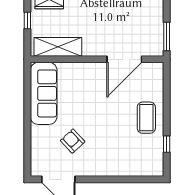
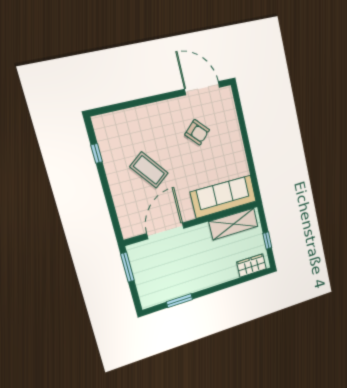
sofa: (44, 93) -> (224, 197), moved, turned 90
coffee table: (146, 118) -> (149, 170), moved, turned -37

